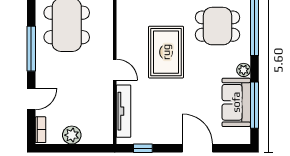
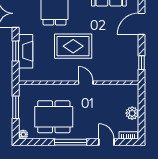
door: (115, 70) -> (86, 83), hinge flipped
tv unit: (123, 111) -> (115, 76), removed

